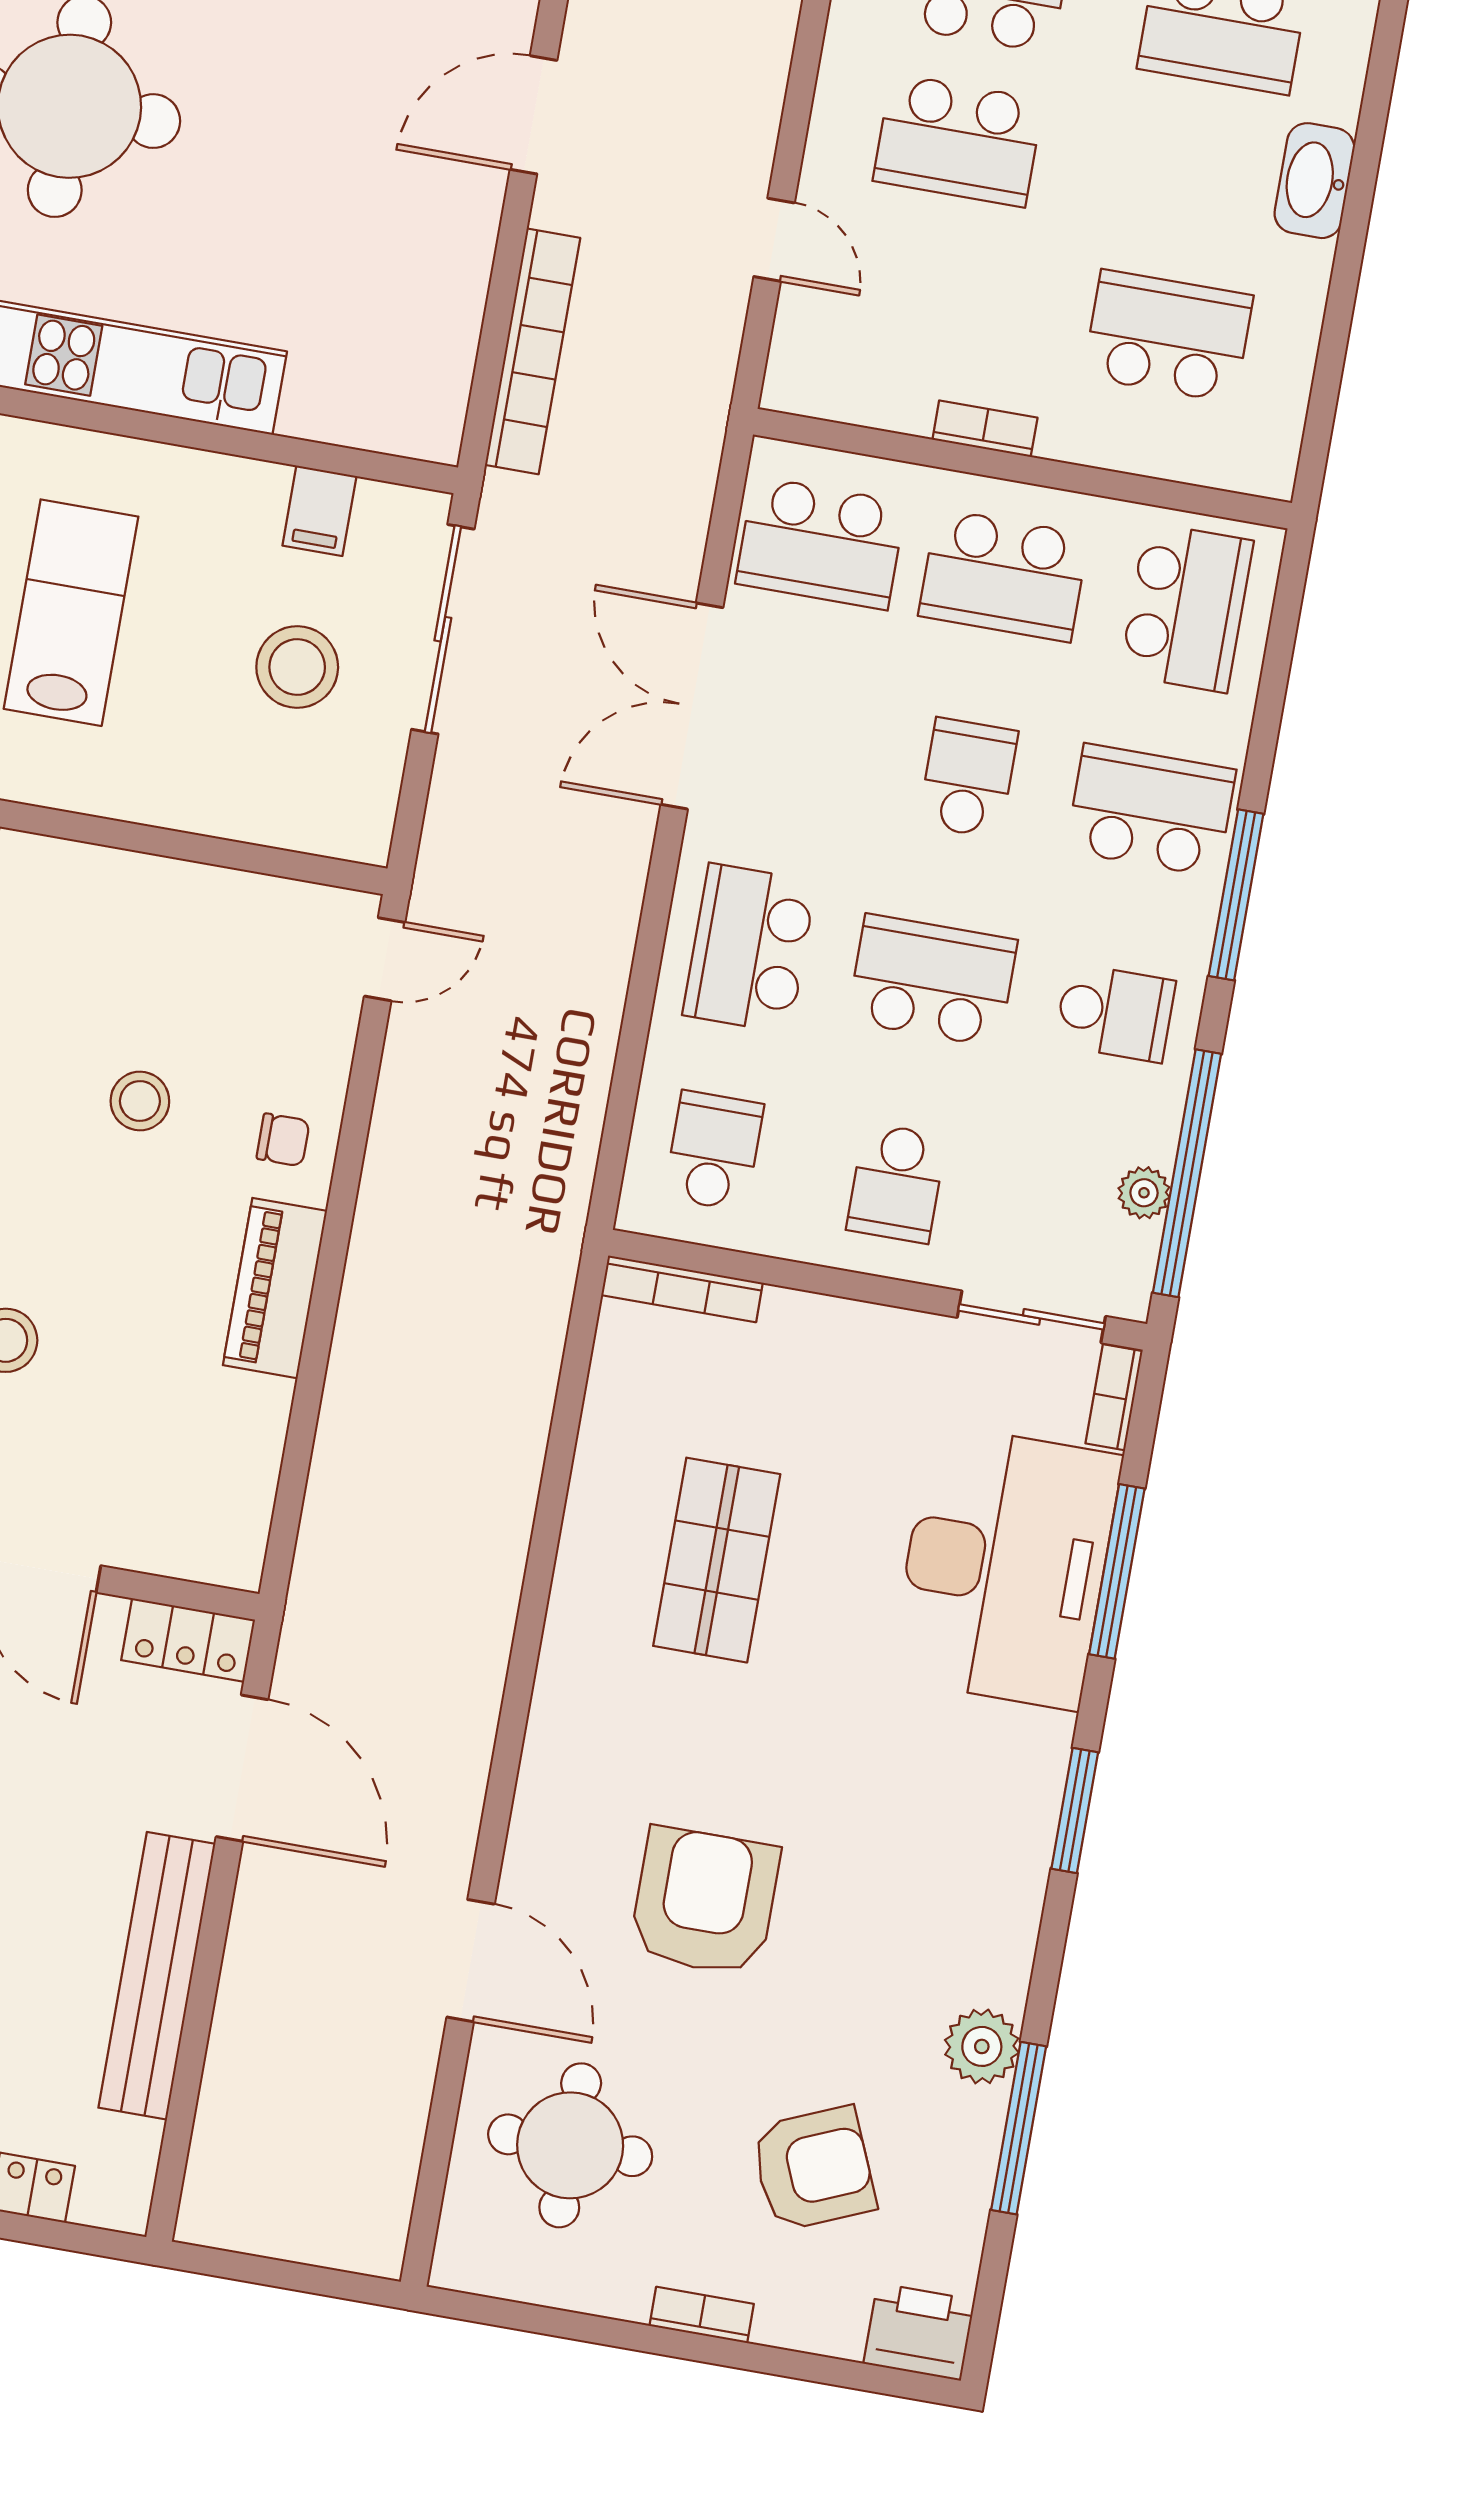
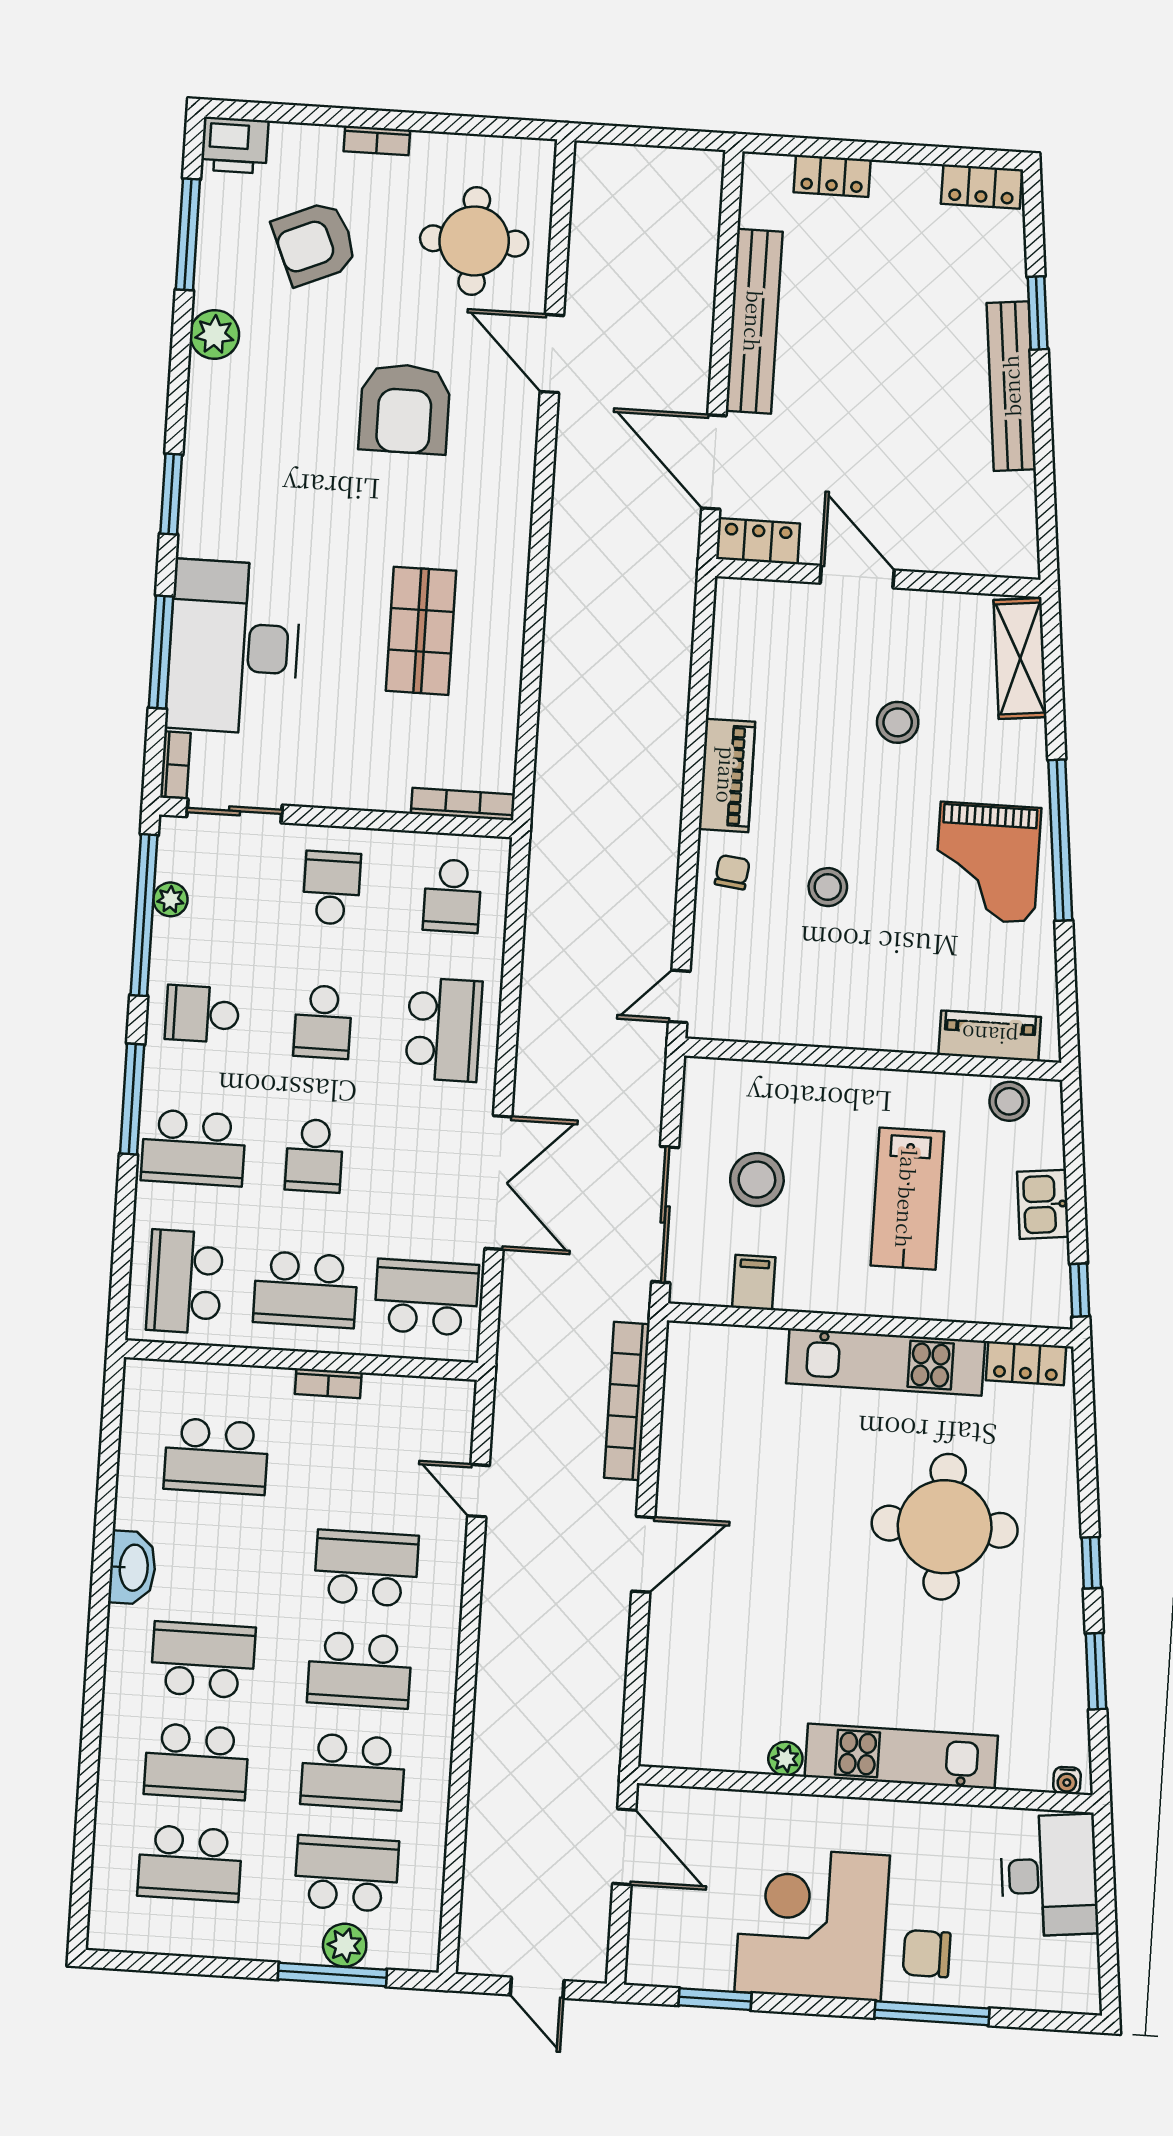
school desk: (1004, 575) -> (306, 1290), turned 180
school desk: (932, 981) -> (323, 1022), width x0.54
chair: (283, 1140) -> (732, 872), turned 97
window: (1019, 2128) -> (188, 234), moved

